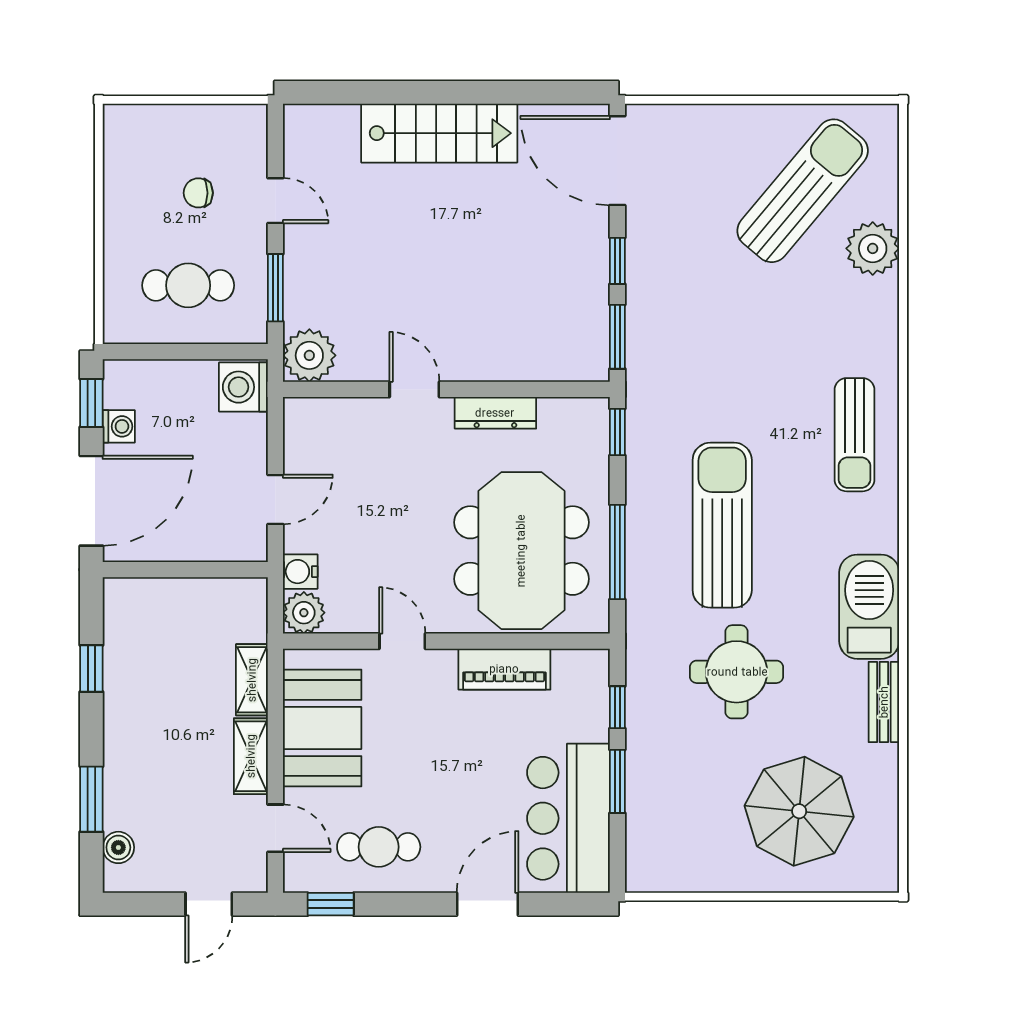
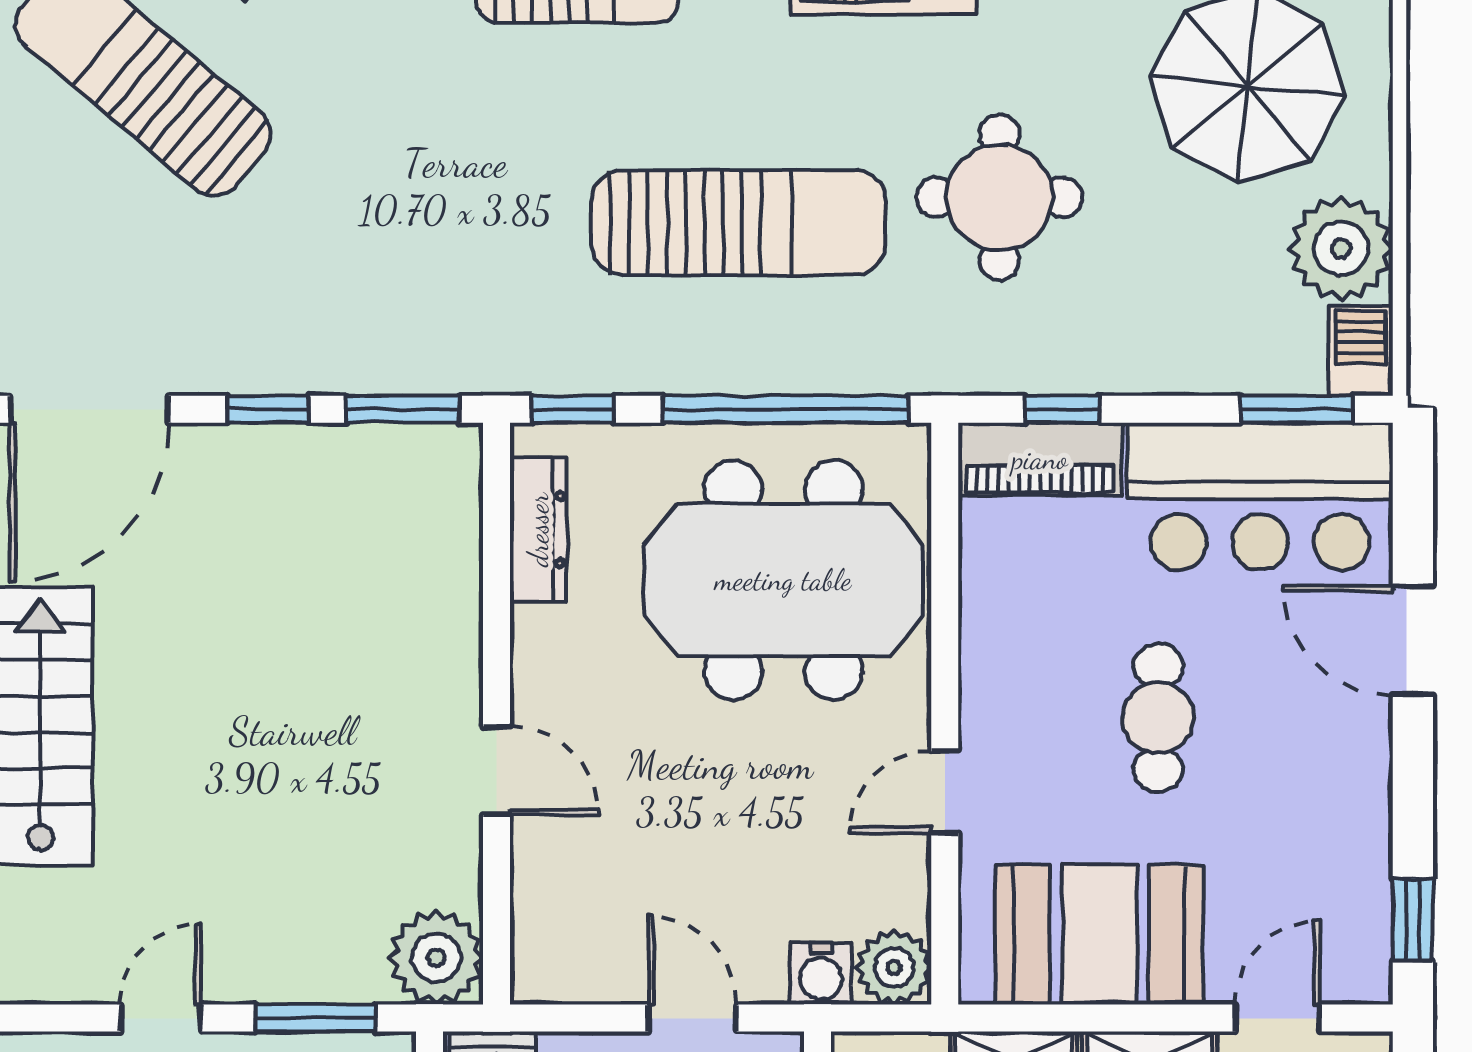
door: (414, 389) -> (496, 771), swing flipped
dresser: (495, 413) -> (538, 530), moved
sun lounger: (722, 525) -> (738, 223), turned 180
window: (617, 552) -> (786, 409), width x1.46
piano: (504, 669) -> (1040, 459), moved, turned 90
window: (617, 781) -> (1297, 409), moved
cafe table: (379, 847) -> (1158, 718), moved
plant: (708, 864) -> (1341, 249), added
barbecue: (650, 875) -> (1361, 351), added

